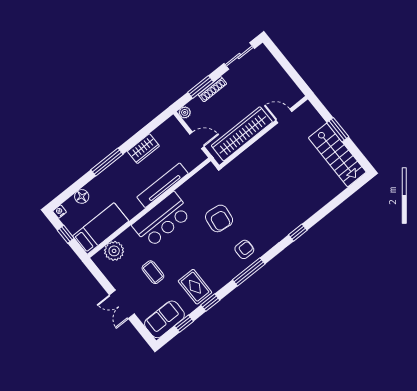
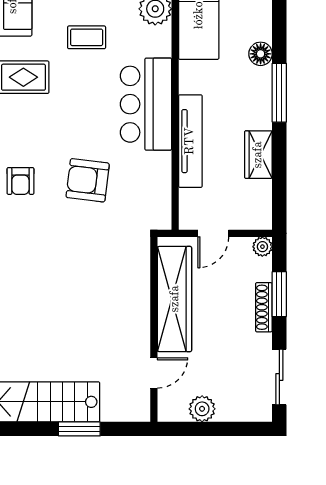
plant: (283, 80) -> (202, 409), added
floor lamp: (82, 196) -> (261, 54), moved

